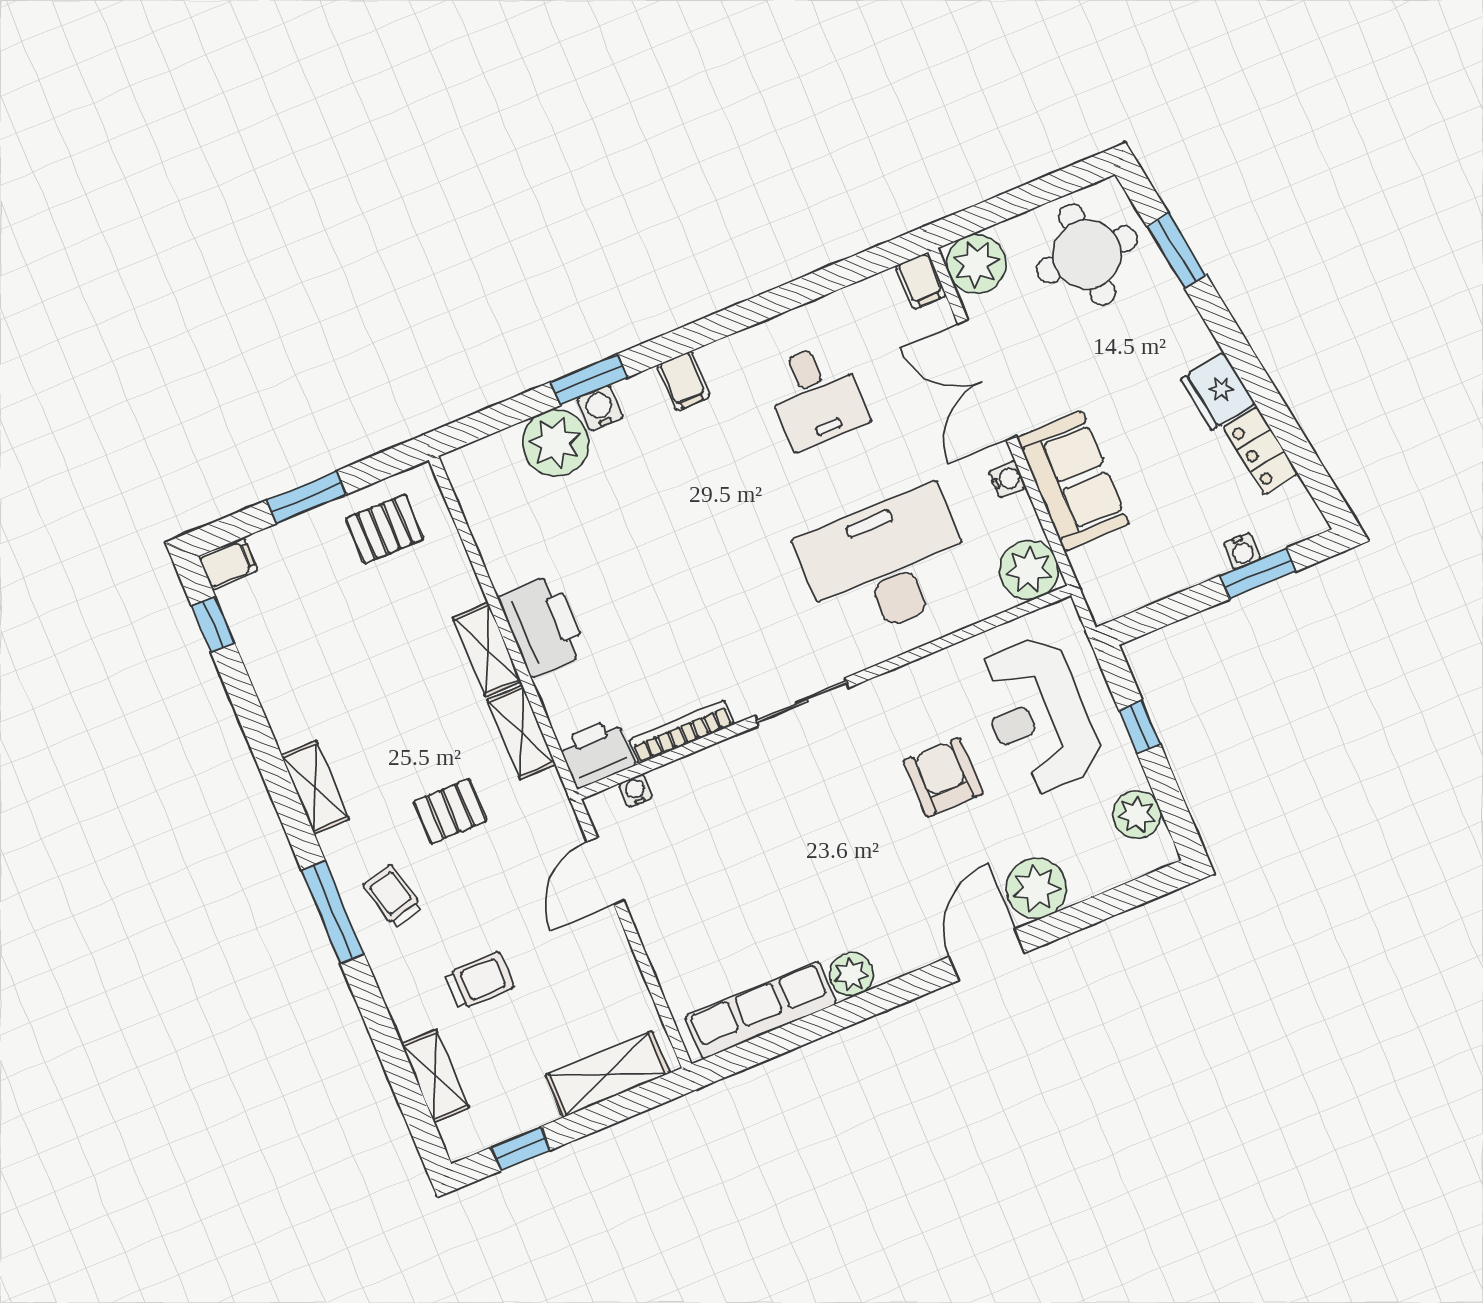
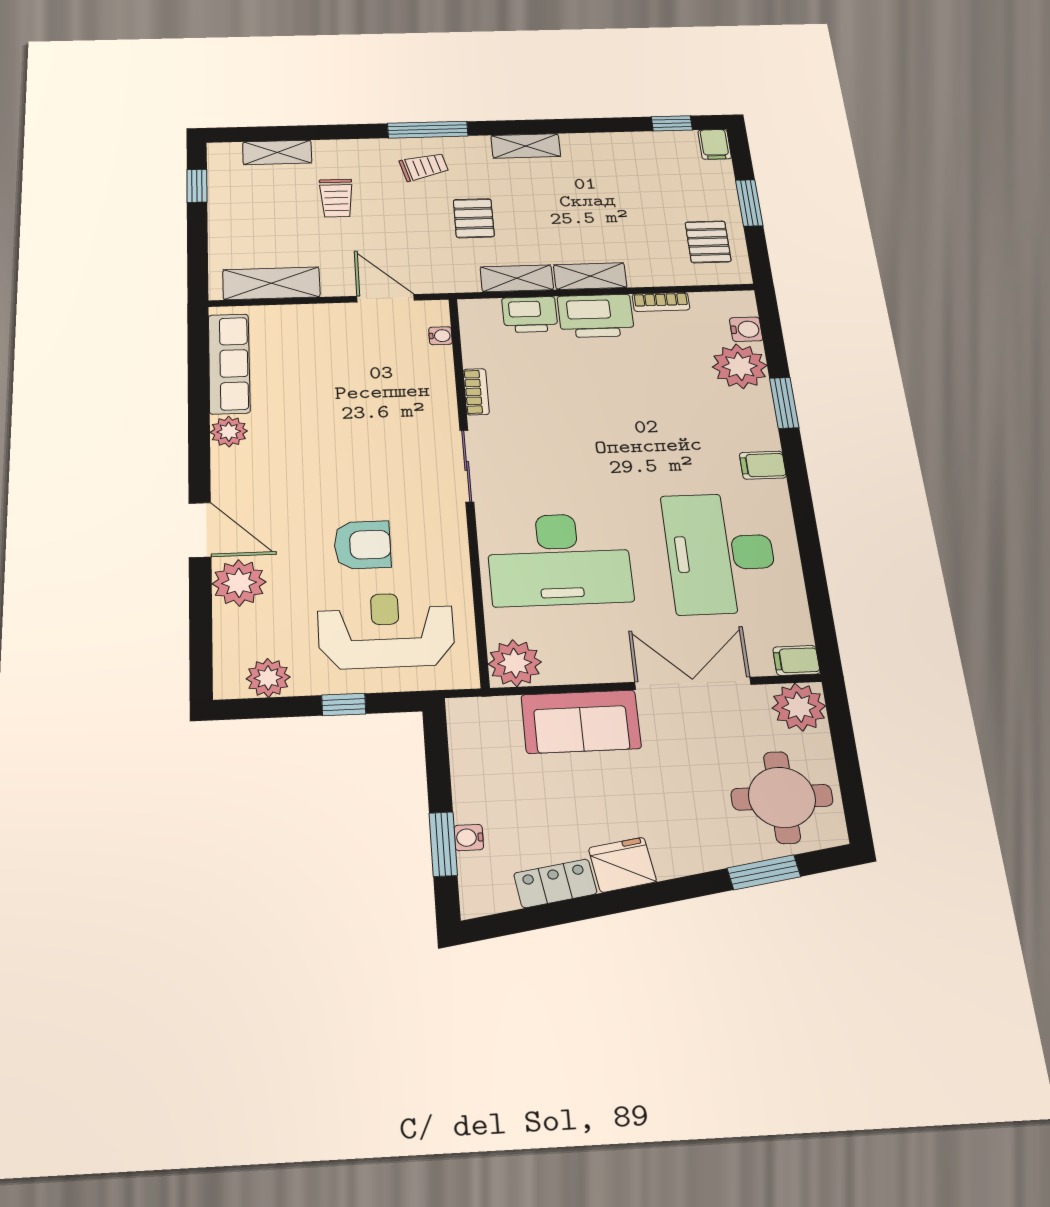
desk: (816, 396) -> (720, 553), width x1.87, depth x1.30
water cooler: (600, 408) -> (746, 329), moved
water cooler: (1007, 479) -> (600, 671), removed
bookcase: (495, 558) -> (661, 302), added
desk: (886, 564) -> (559, 559), turned 90
bookcase: (682, 732) -> (476, 392), width x0.64
printer: (596, 753) -> (530, 315), moved, turned 90
shelving: (607, 1074) -> (271, 283), moved, turned 90

